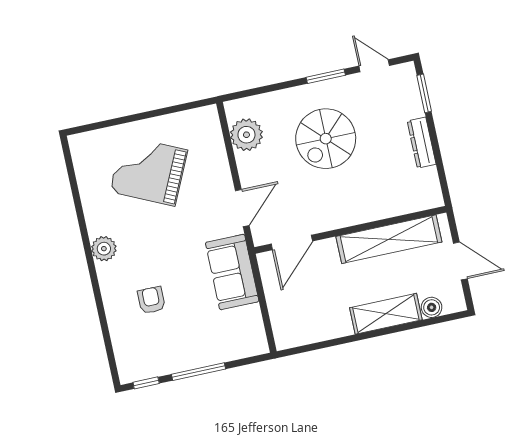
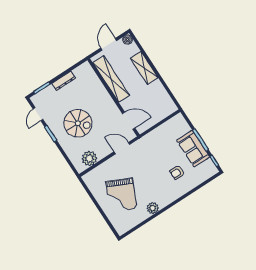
plant: (104, 249) -> (153, 208), moved
sofa: (232, 272) -> (193, 149), moved, turned 90
boiler: (432, 307) -> (128, 40), moved

